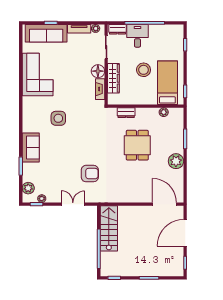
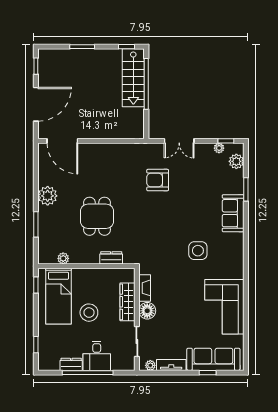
dresser: (117, 29) -> (71, 364), moved
stairs: (109, 228) -> (133, 78), moved

